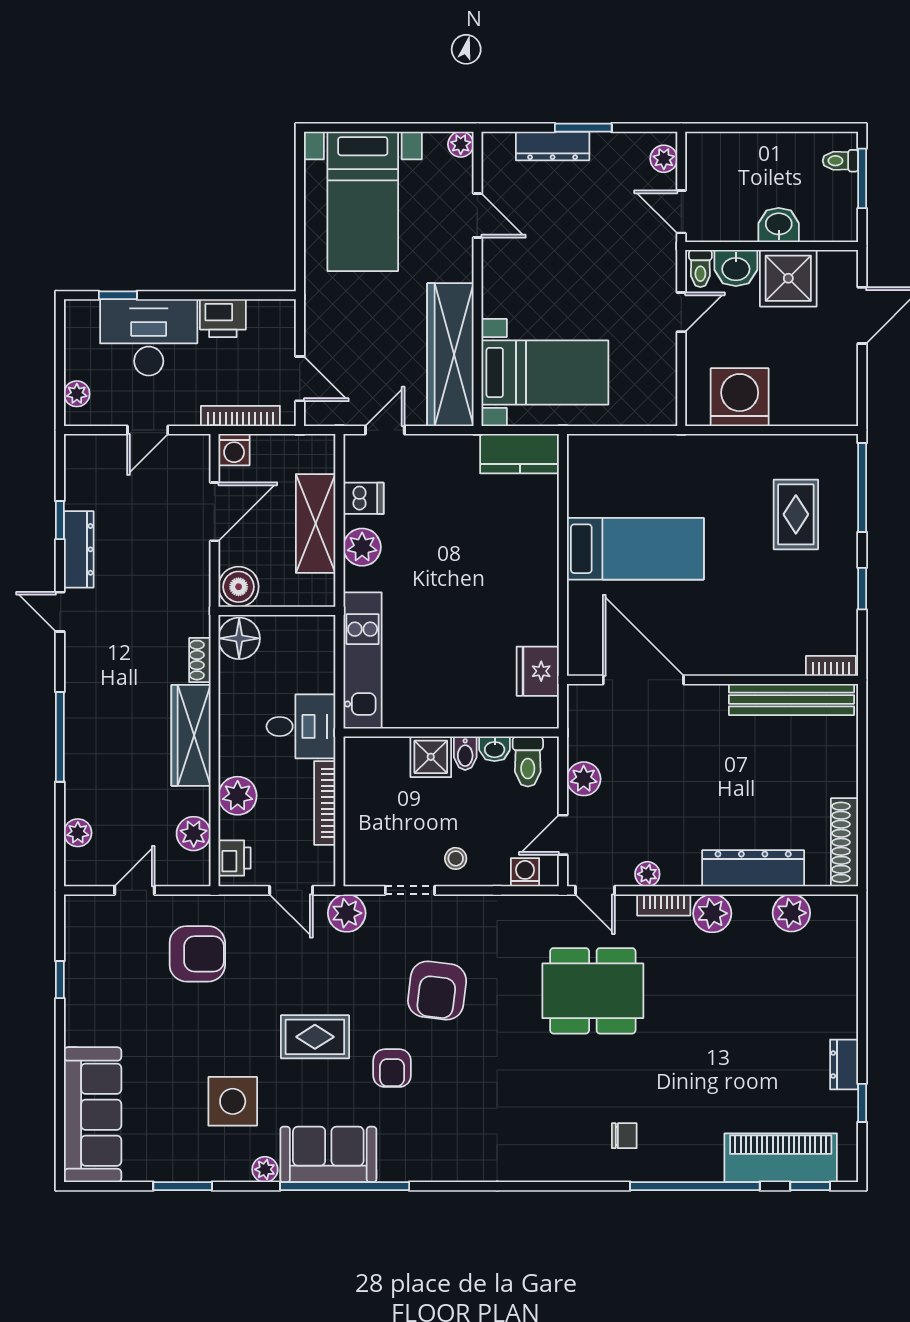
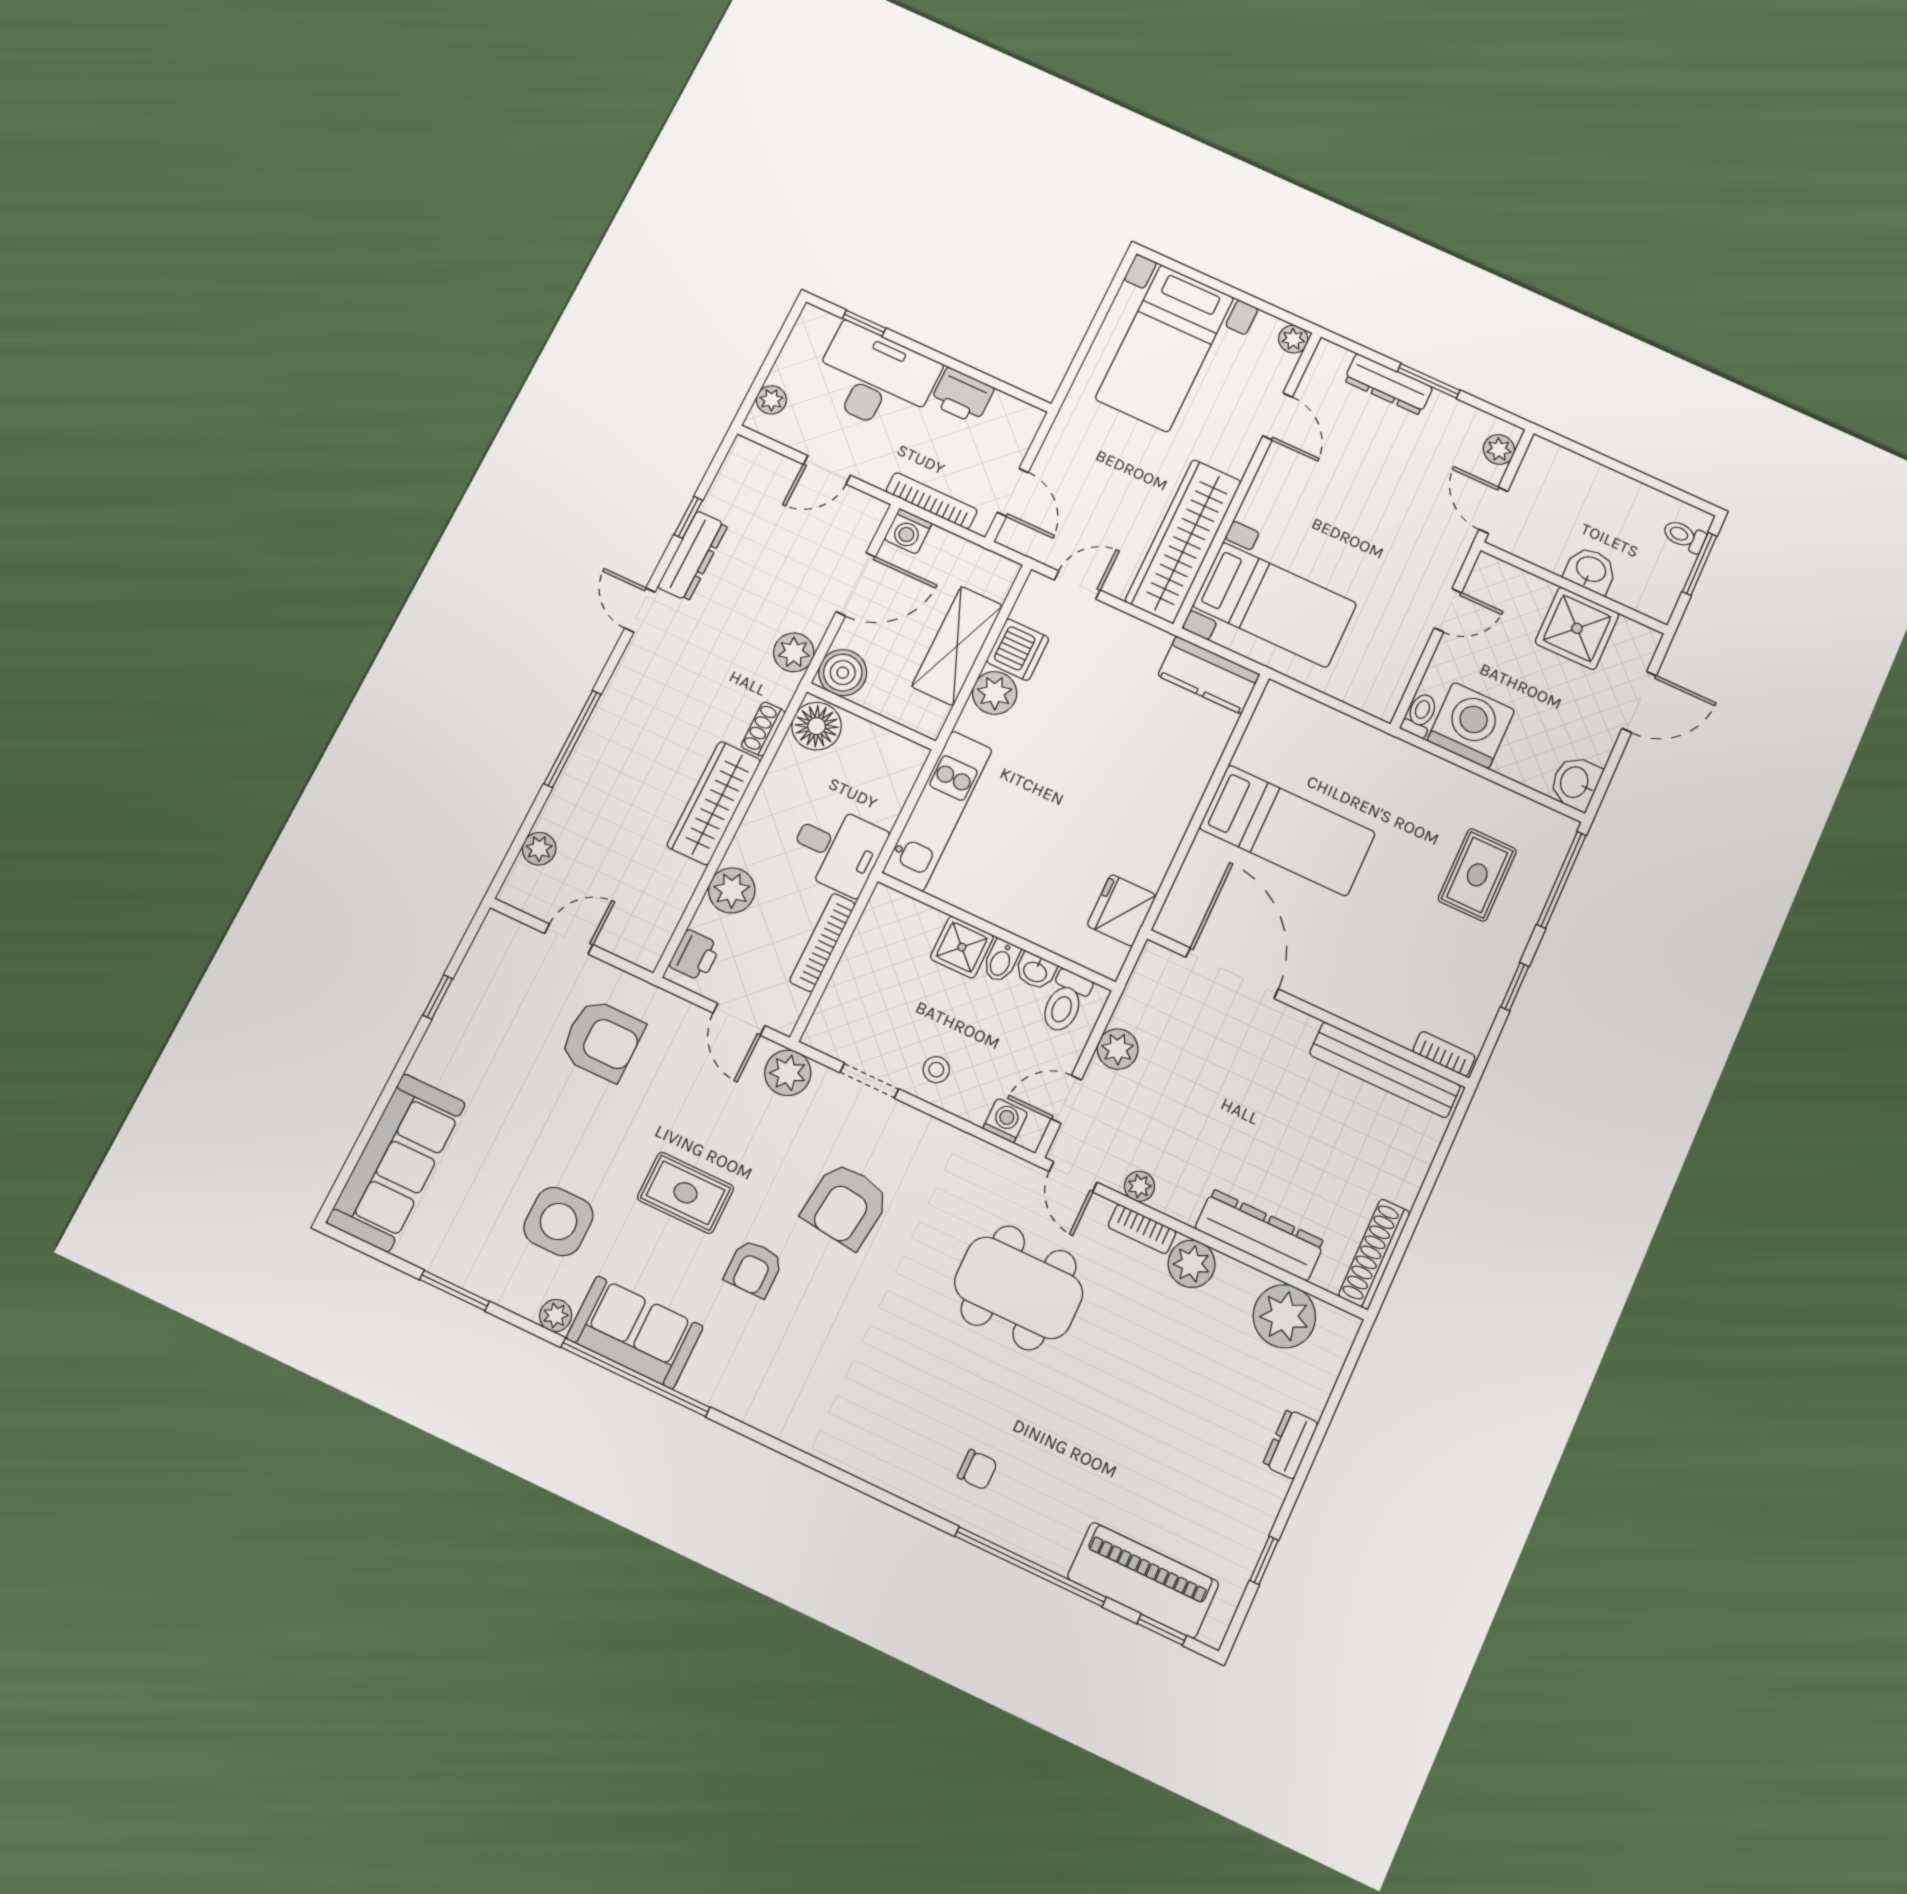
toilet: (700, 268) -> (1420, 715), moved, turned 180
washbasin: (736, 268) -> (1575, 783), moved, turned 90
dishwasher: (363, 498) -> (1018, 650), width x1.38
plant: (194, 834) -> (794, 652), moved
plant: (791, 913) -> (1284, 1316), width x1.36, depth x1.36
dresser: (844, 1065) -> (1290, 1444), moved

